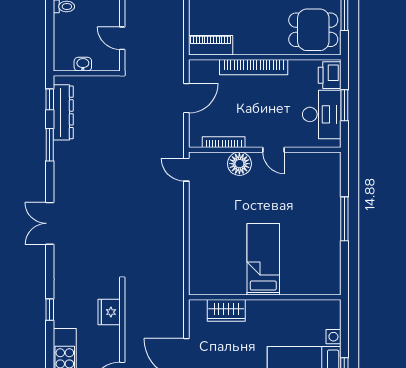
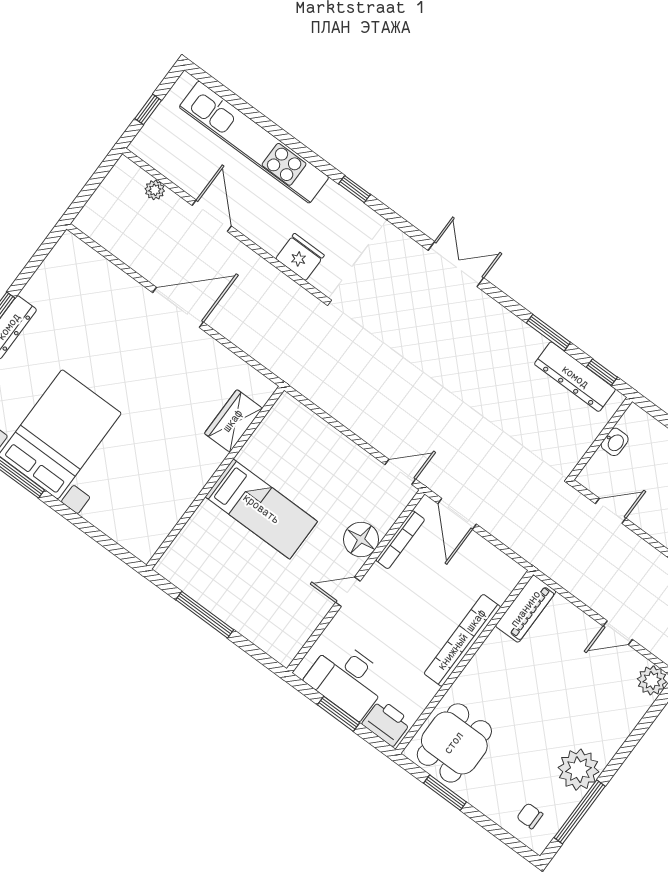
door: (186, 98) -> (457, 514), moved
bed: (263, 259) -> (261, 509), moved
wall: (265, 297) -> (215, 478), moved
wardrobe: (226, 310) -> (233, 421), moved

